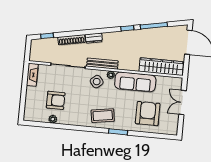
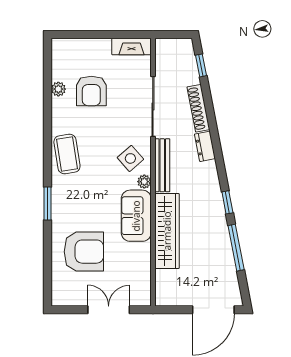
wardrobe: (161, 67) -> (167, 231), moved
sofa: (135, 82) -> (136, 216), width x0.73
coffee table: (103, 116) -> (67, 154), moved

